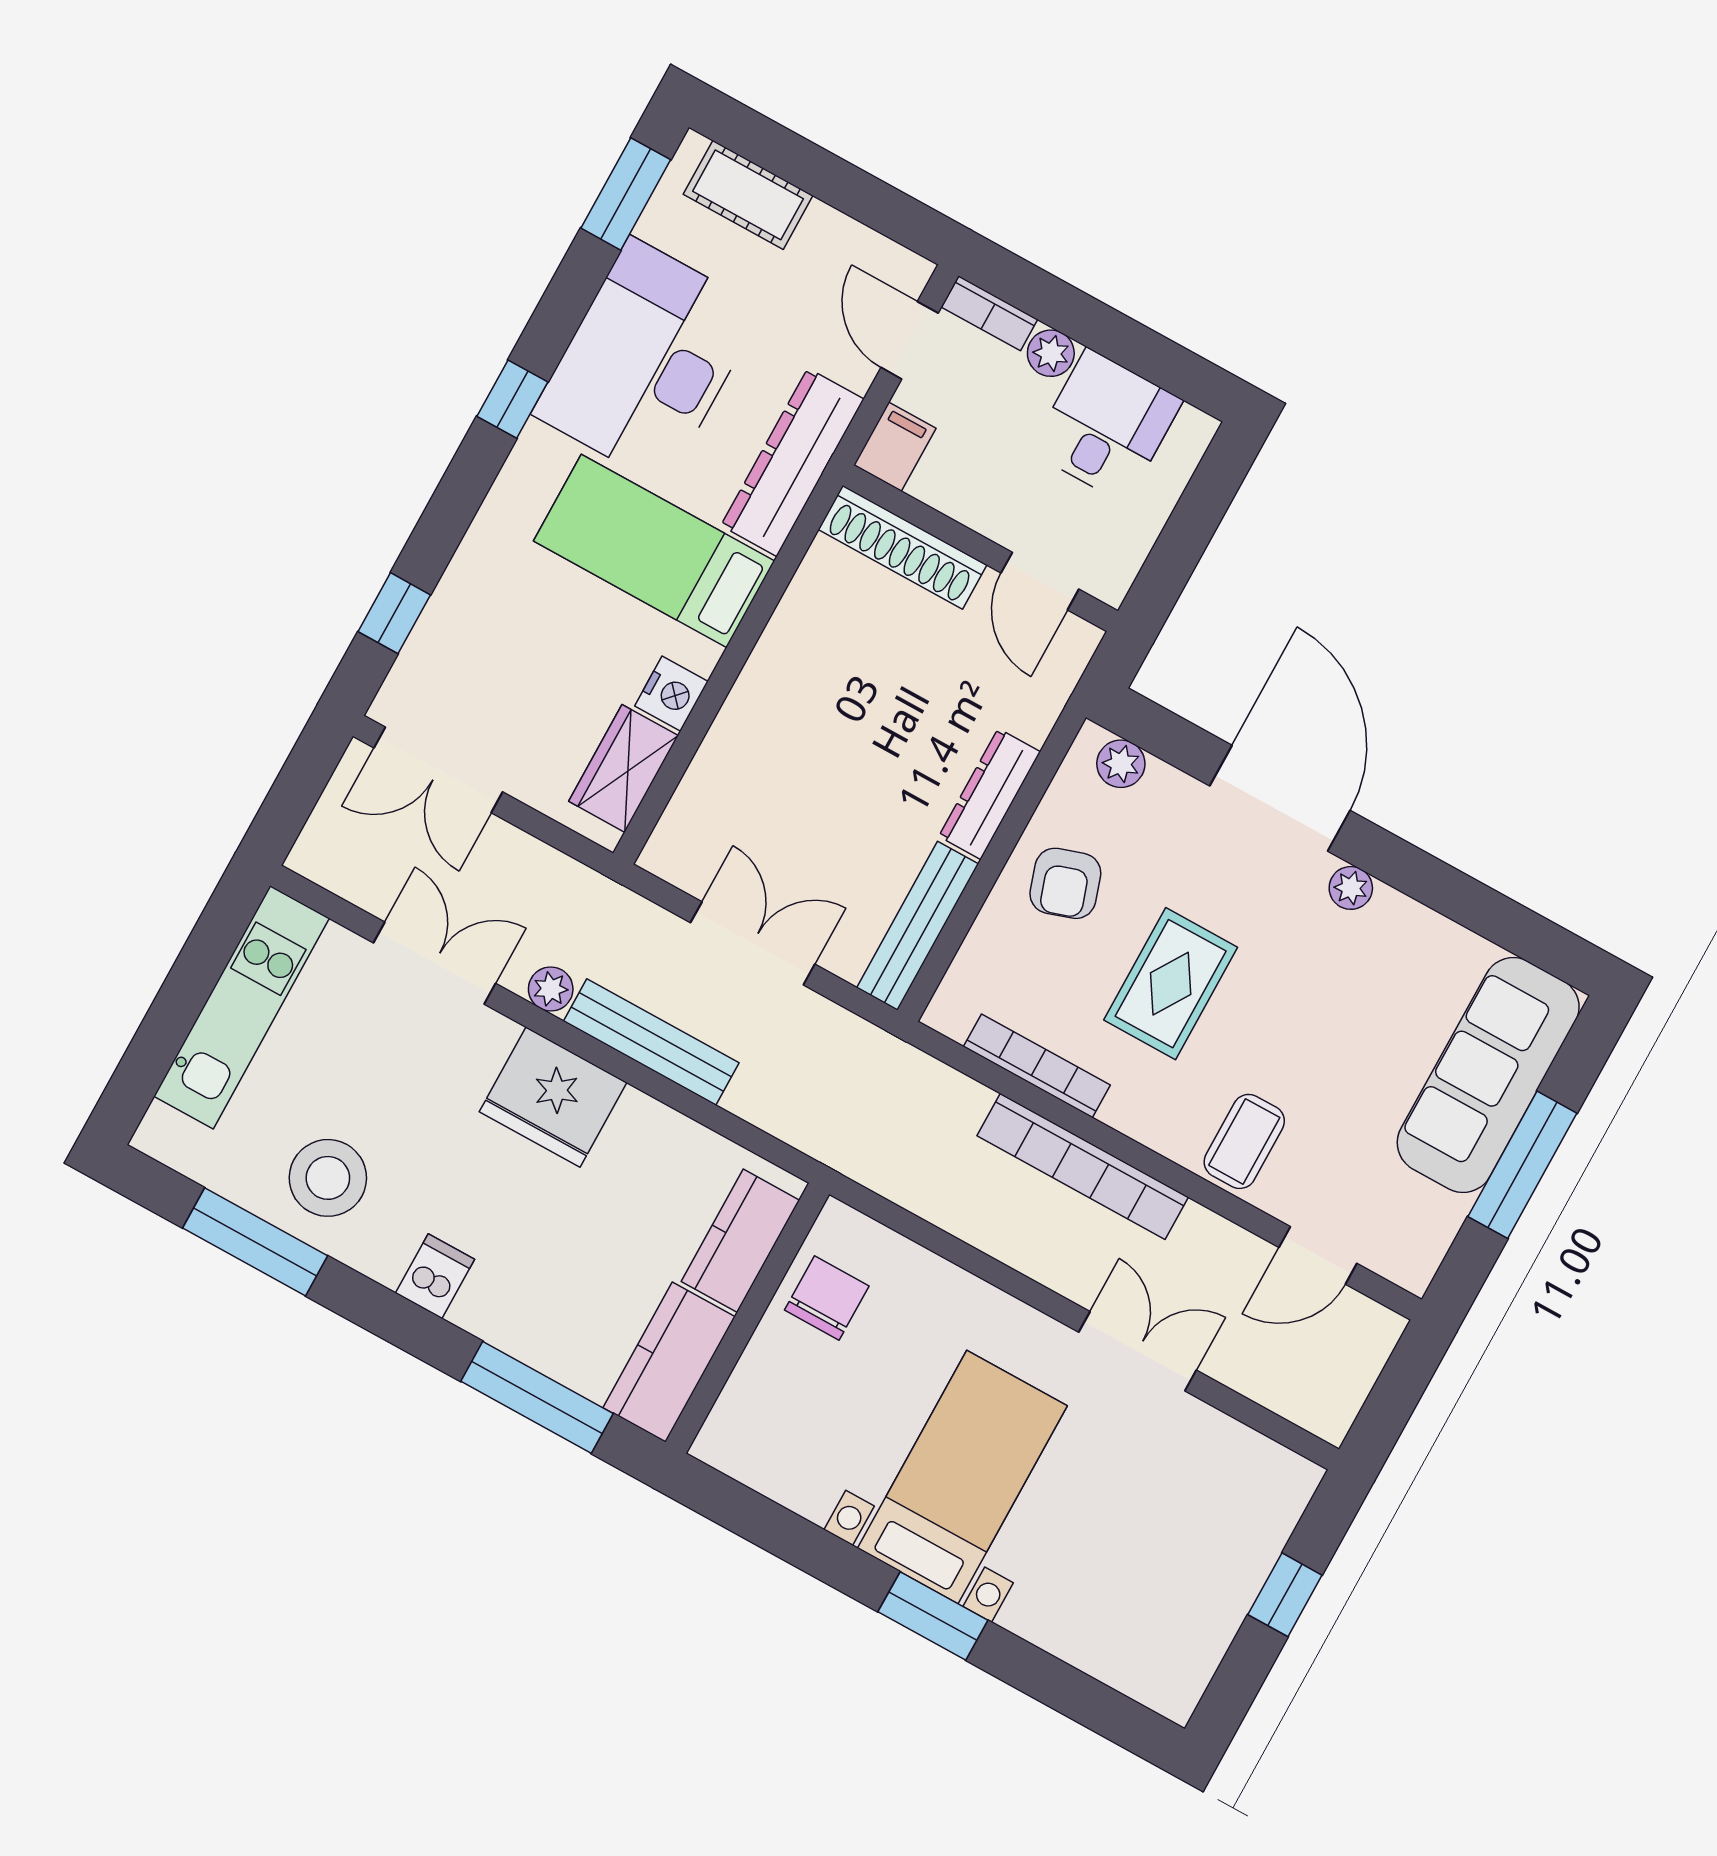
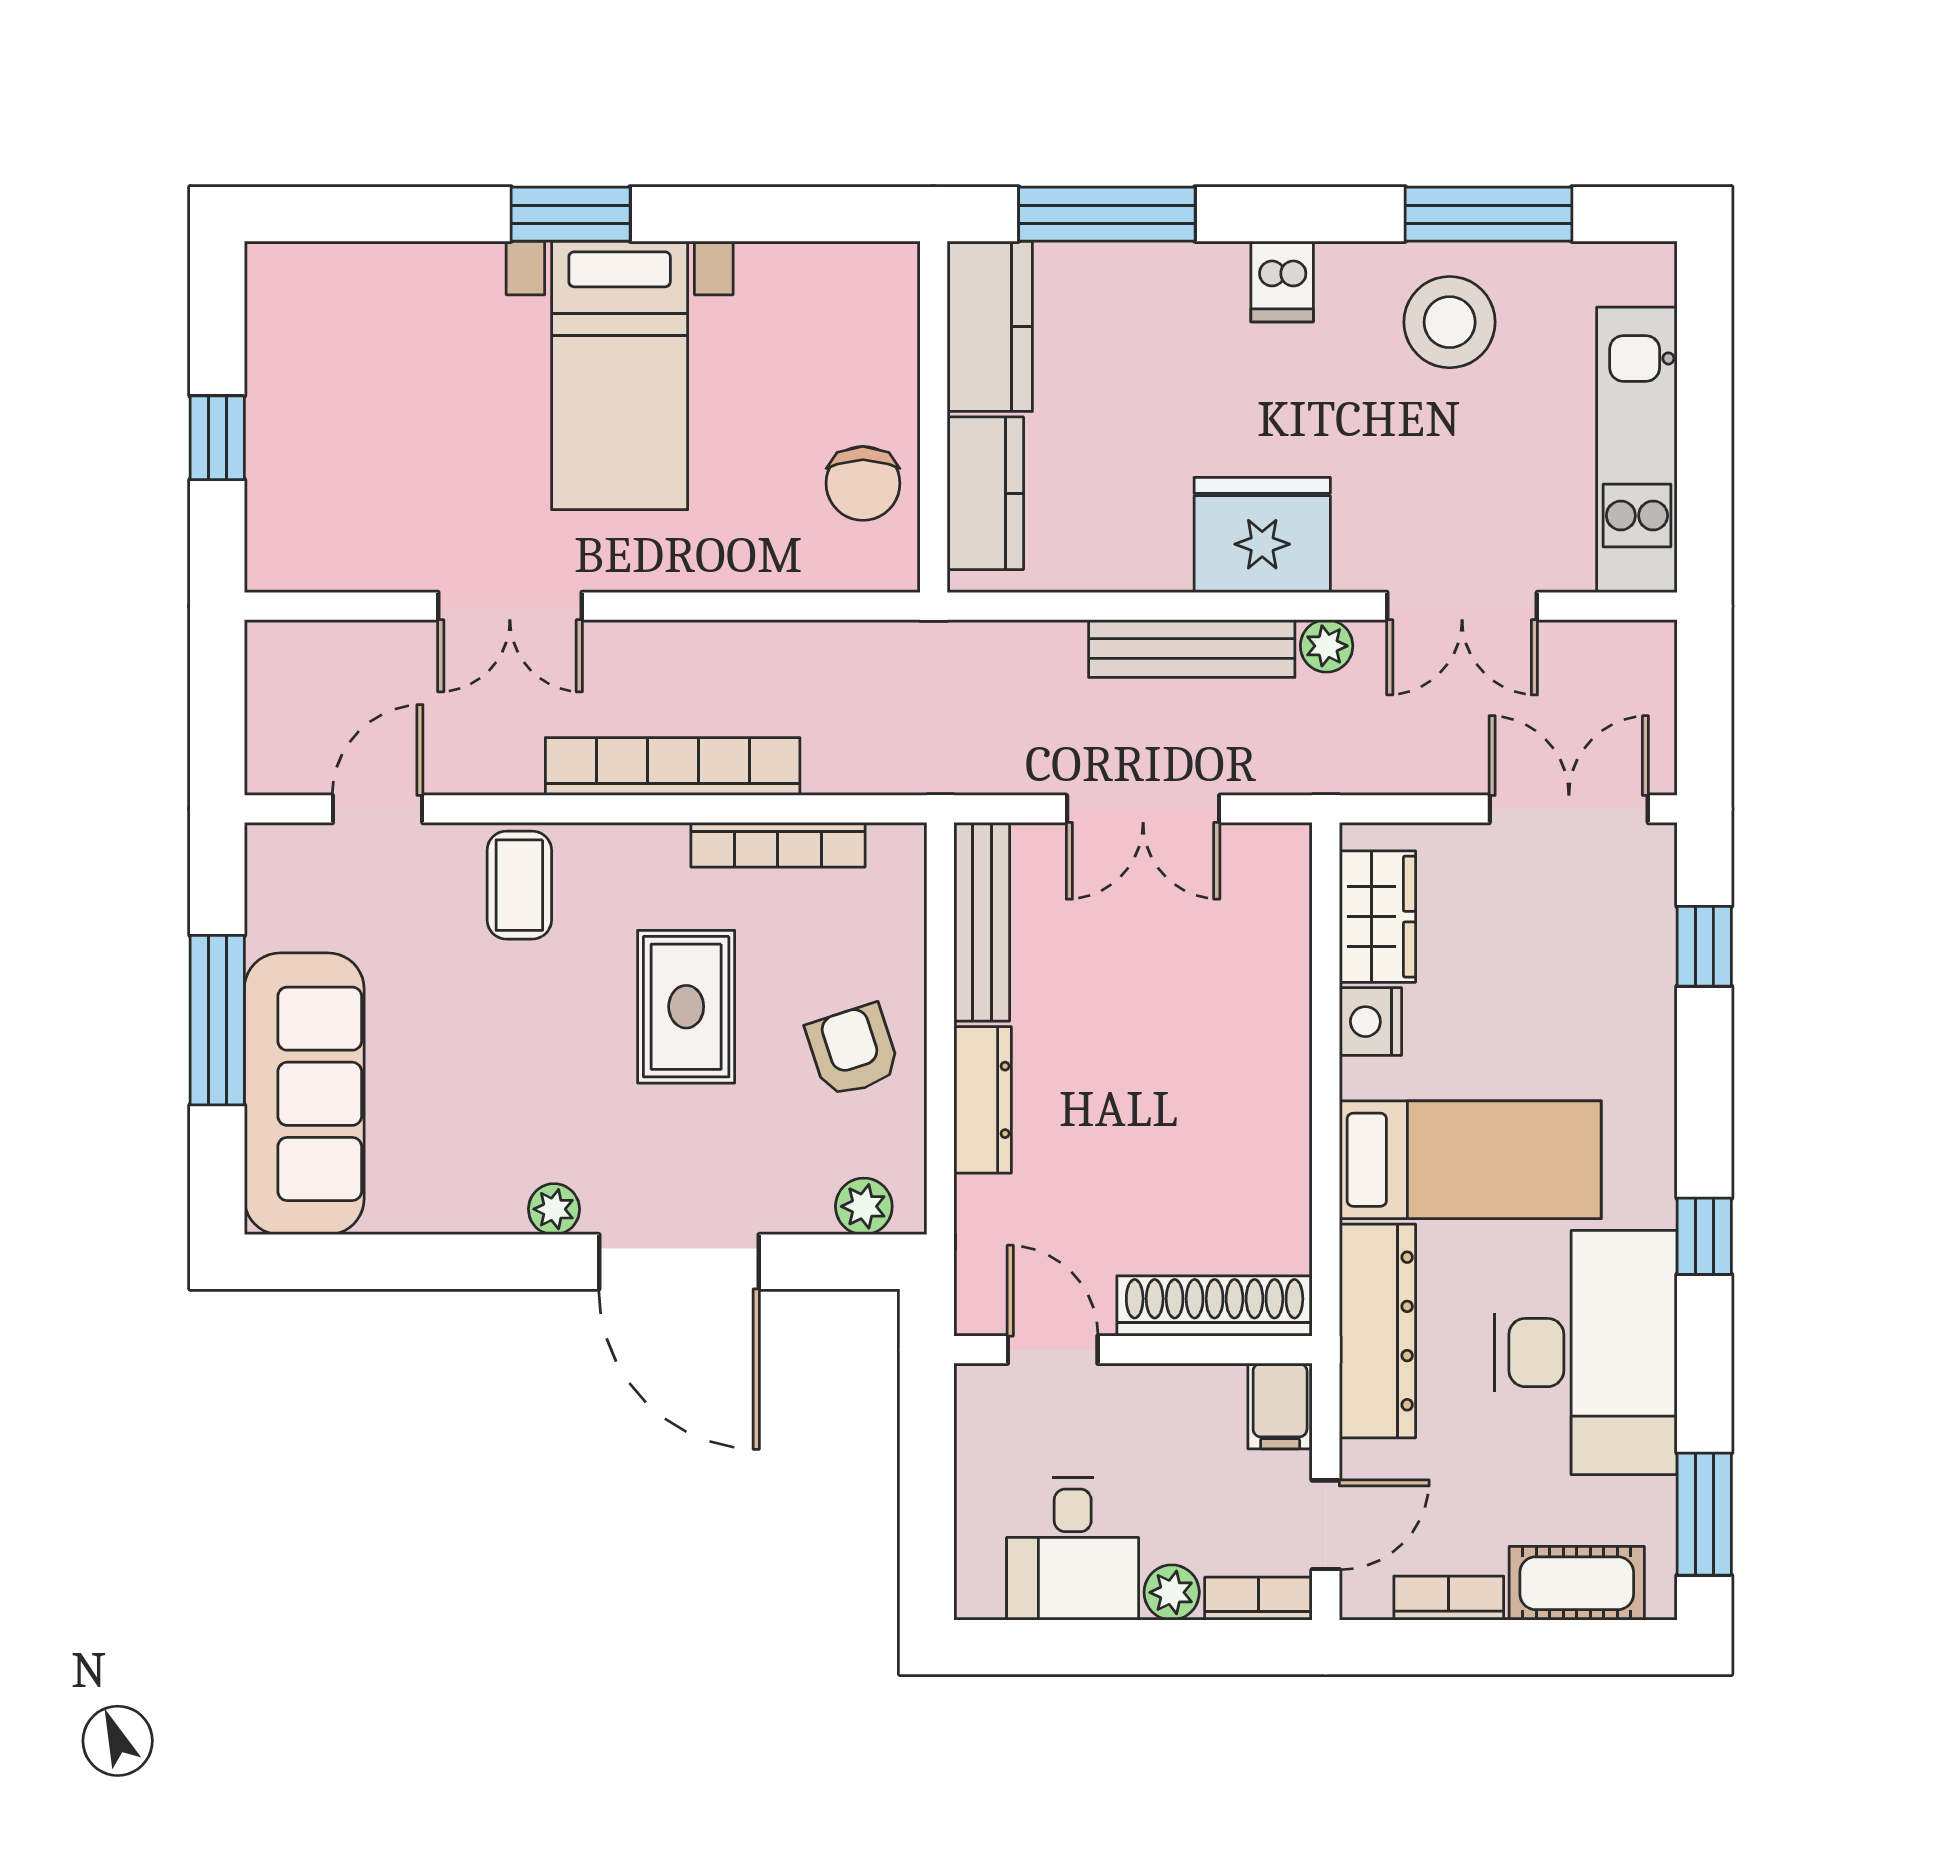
bookcase: (849, 236) -> (1449, 1598), added
door: (910, 340) -> (1326, 1525), hinge flipped

